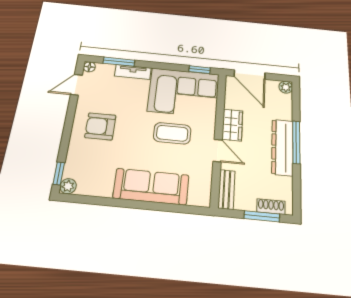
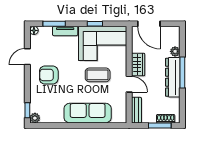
window: (200, 70) -> (95, 24), moved
door: (76, 85) -> (27, 57), moved
plant: (286, 87) -> (175, 51), moved

